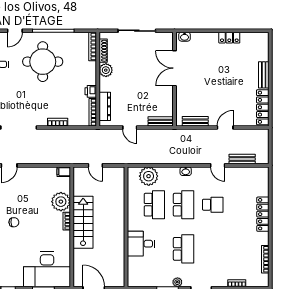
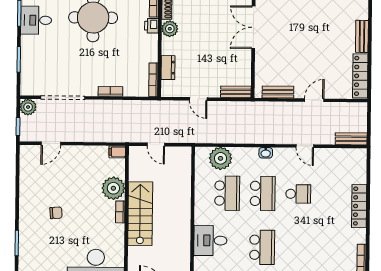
printer: (91, 91) -> (152, 26), moved
dresser: (105, 106) -> (168, 68), width x0.70
bench: (242, 159) -> (351, 139), moved

